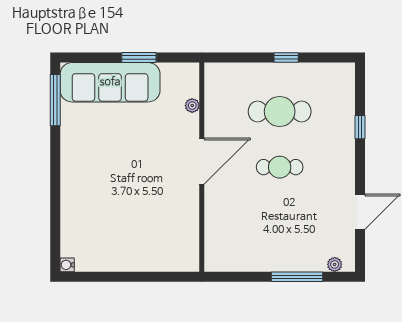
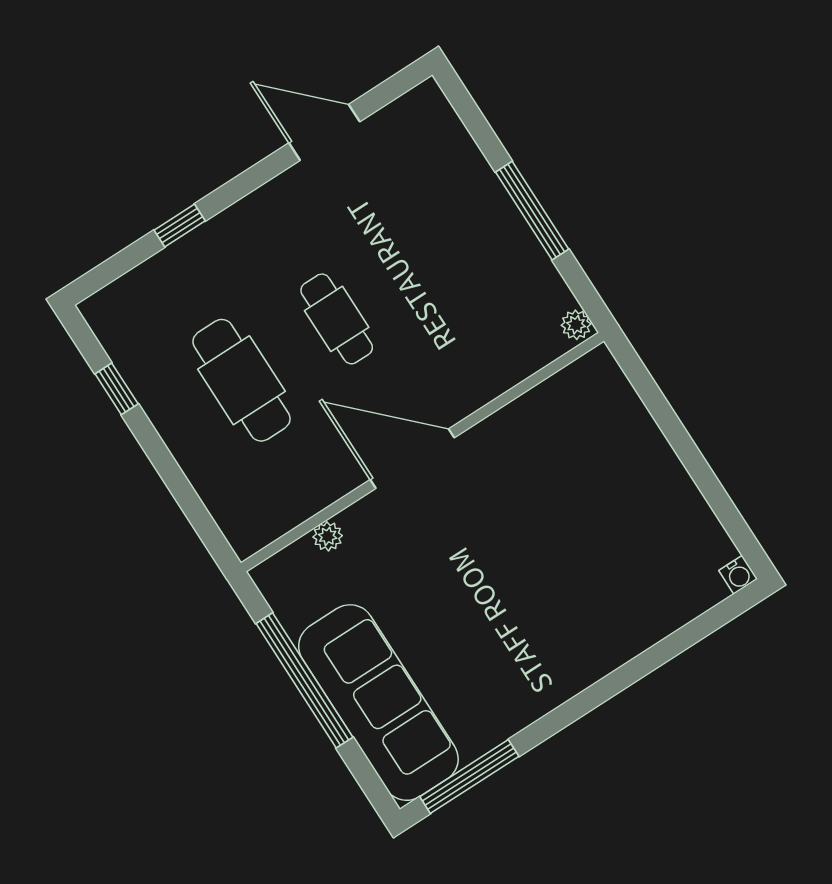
window: (139, 58) -> (304, 680), width x2.11
window: (286, 58) -> (117, 389), moved
plant: (335, 264) -> (576, 325), moved
window: (297, 277) -> (532, 211), moved

